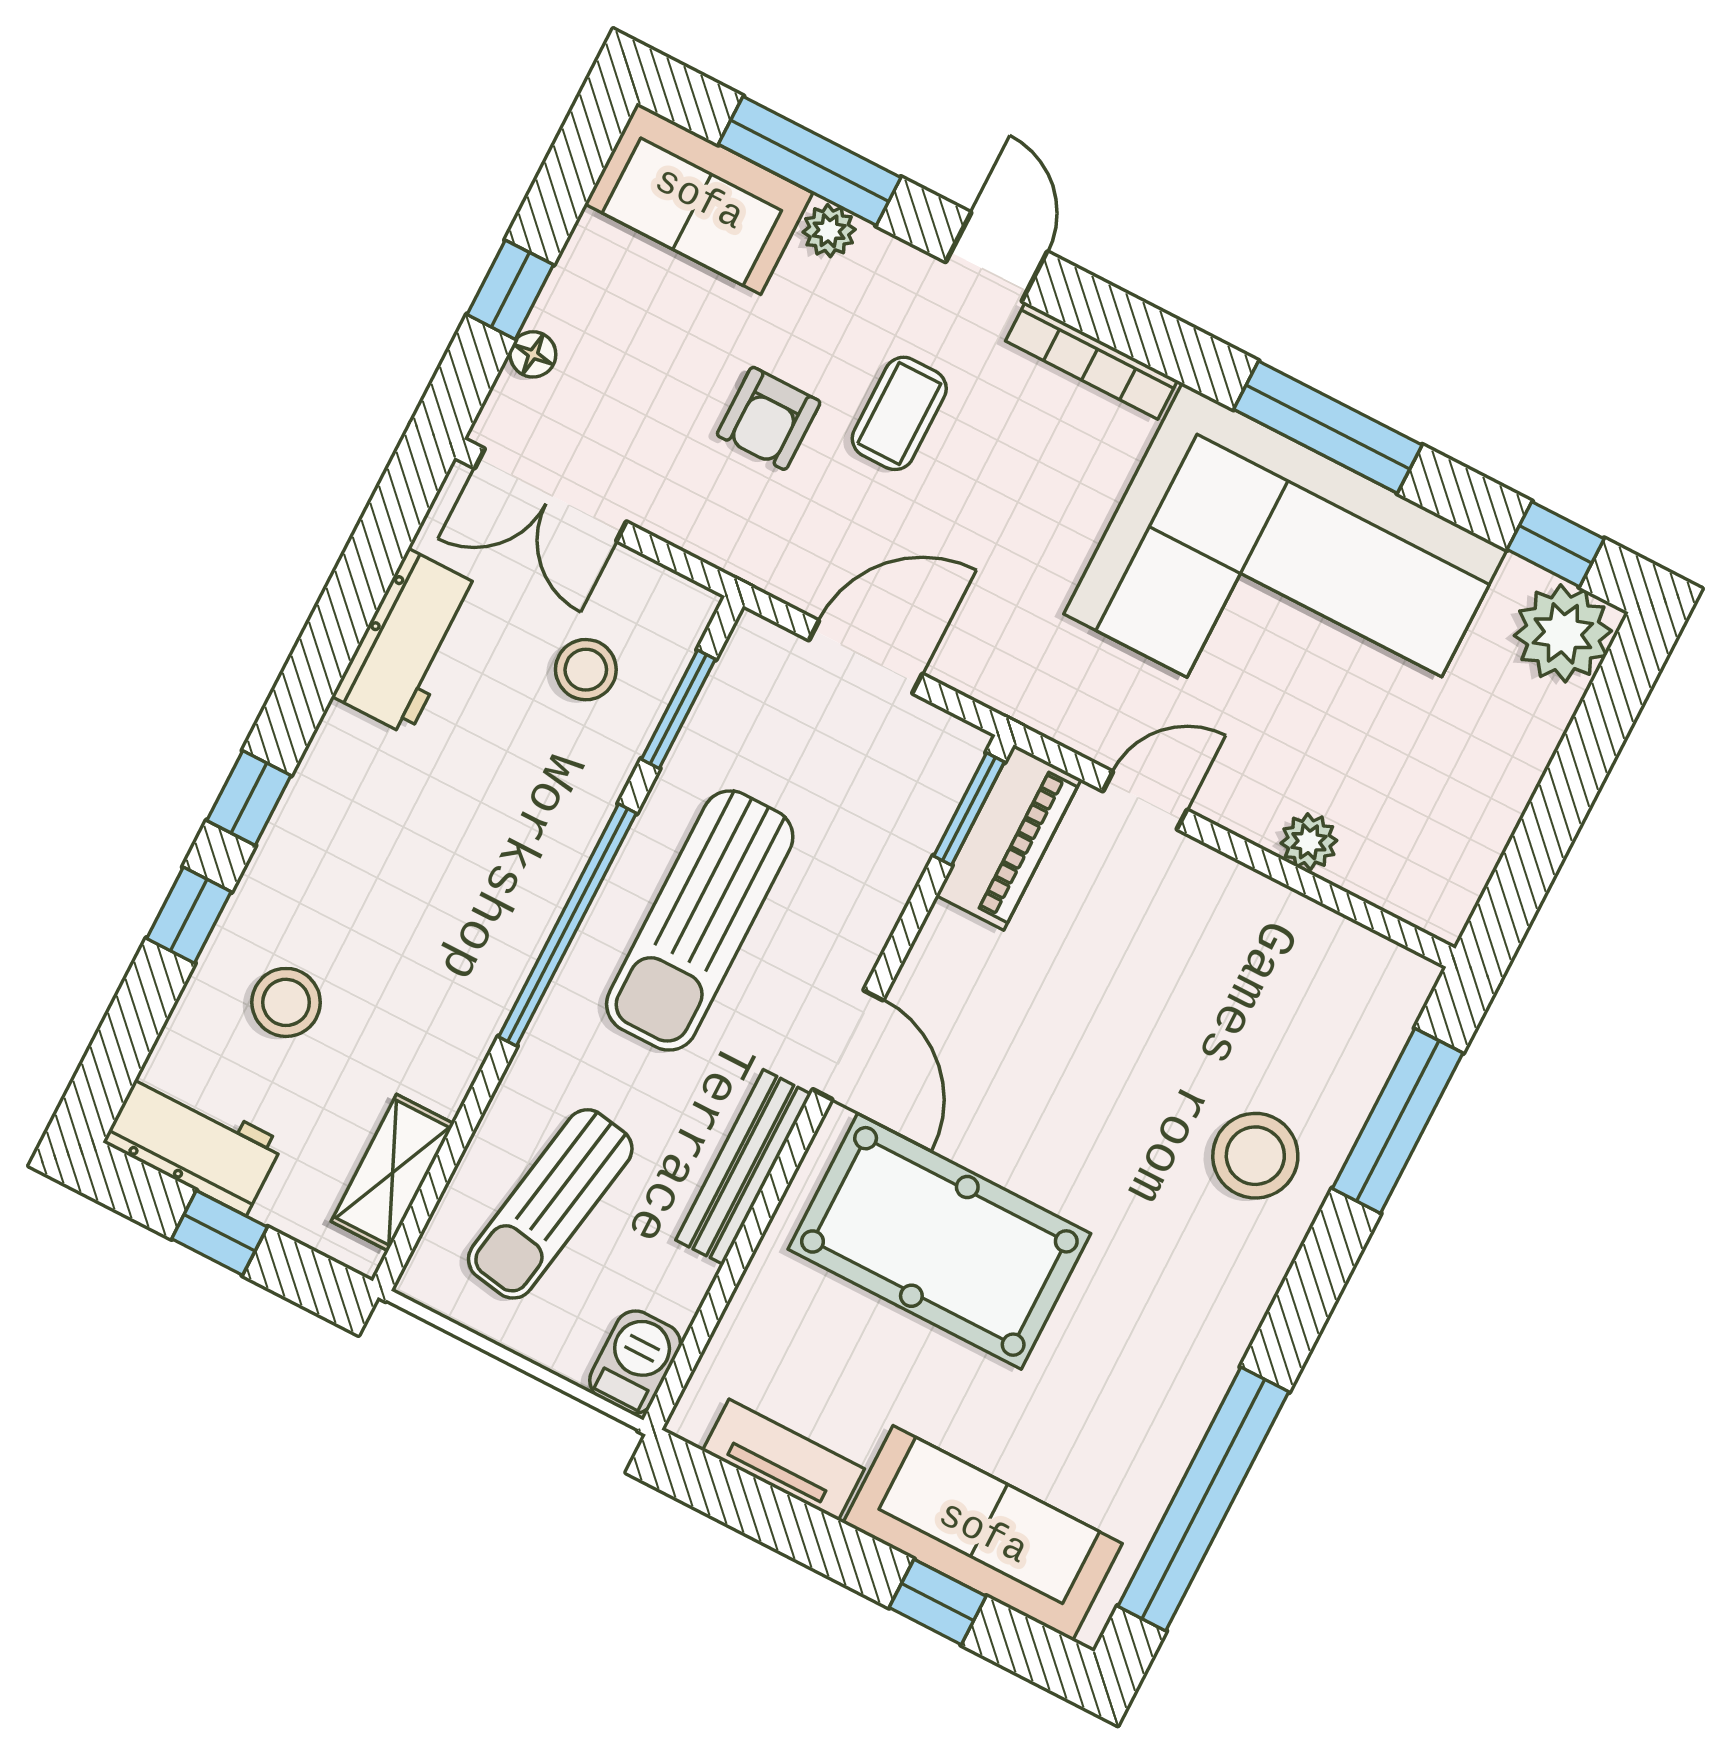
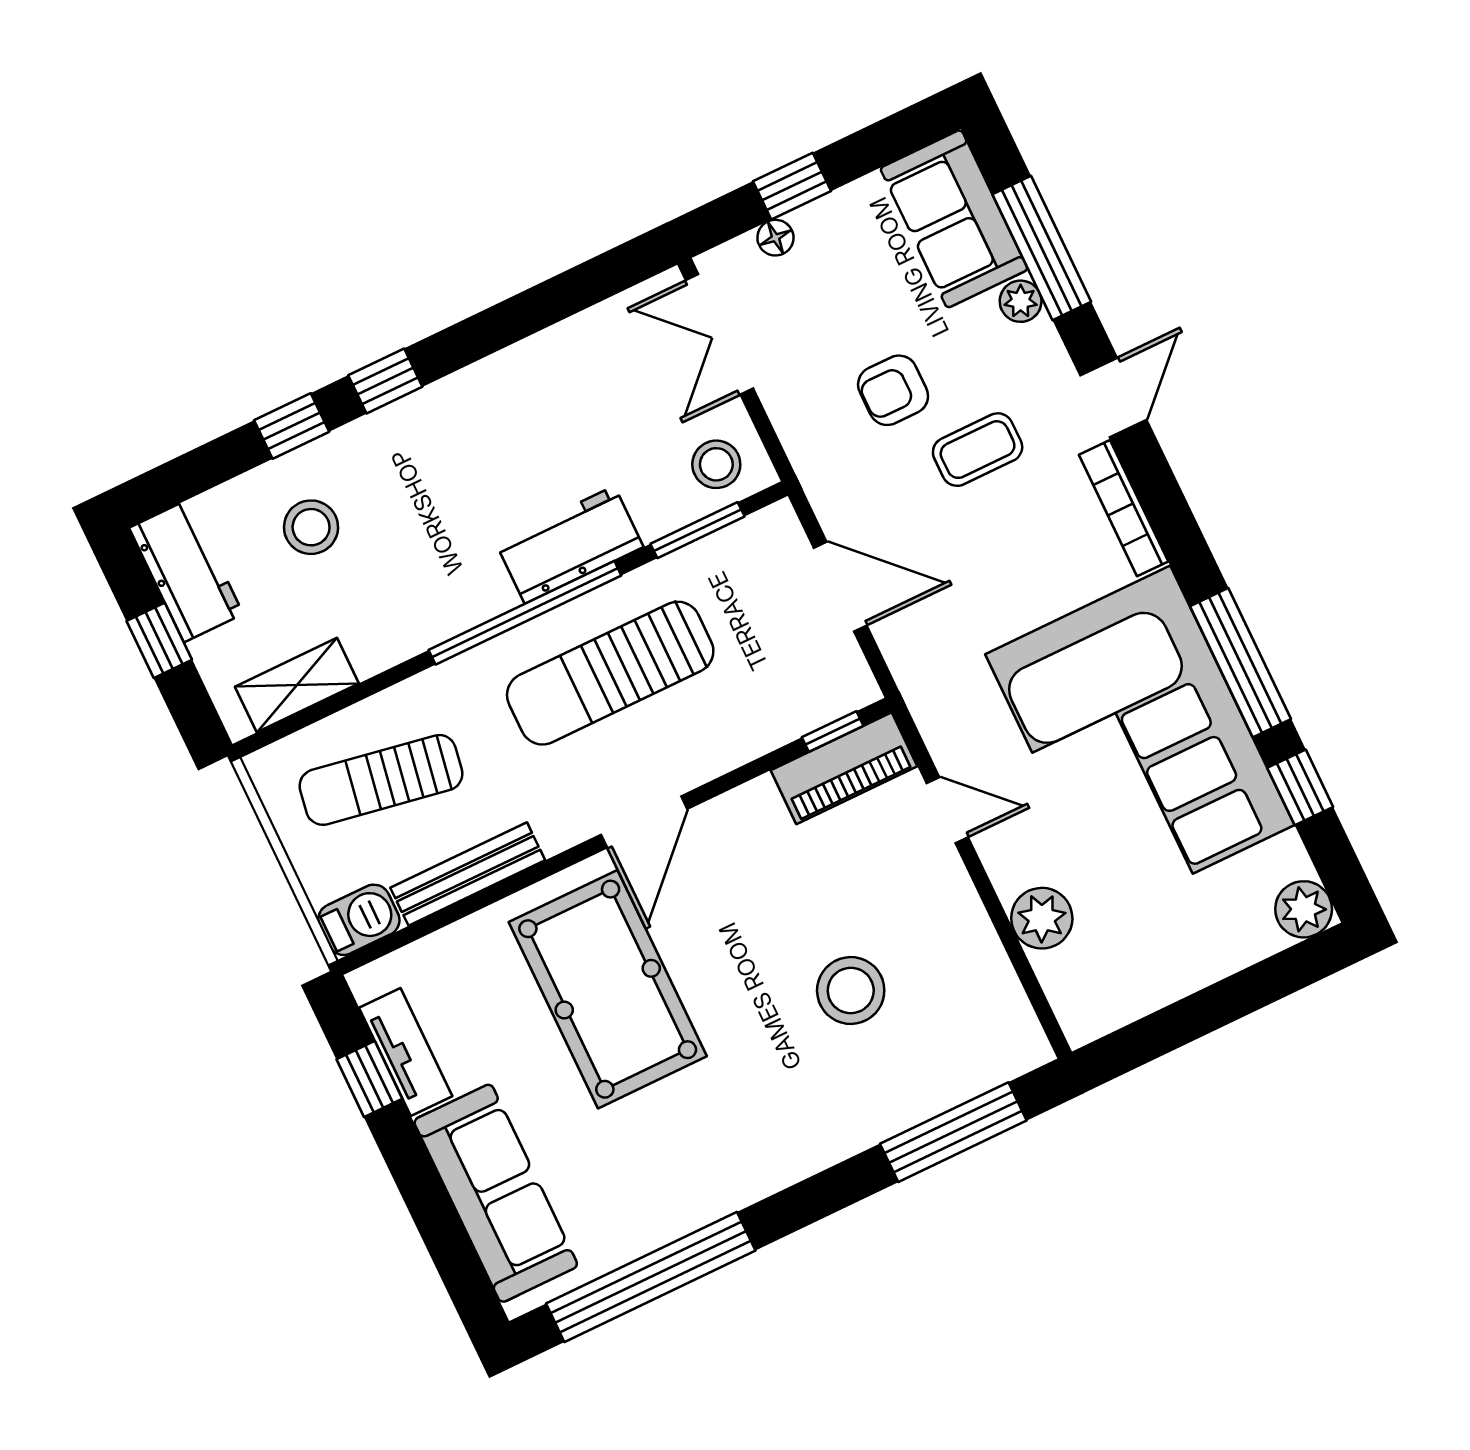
window: (1556, 544) -> (1300, 787), moved
plant: (1563, 633) -> (1304, 909), width x0.73, depth x0.73
workbench: (408, 642) -> (570, 545), moved, turned 180
stool: (586, 670) -> (716, 464), moved
window: (969, 809) -> (833, 732), width x0.67
plant: (1309, 842) -> (1042, 918), width x1.38, depth x1.38
stool: (1255, 1156) -> (851, 991), moved
bench: (743, 1167) -> (468, 874), moved
window: (938, 1602) -> (369, 1079), moved

